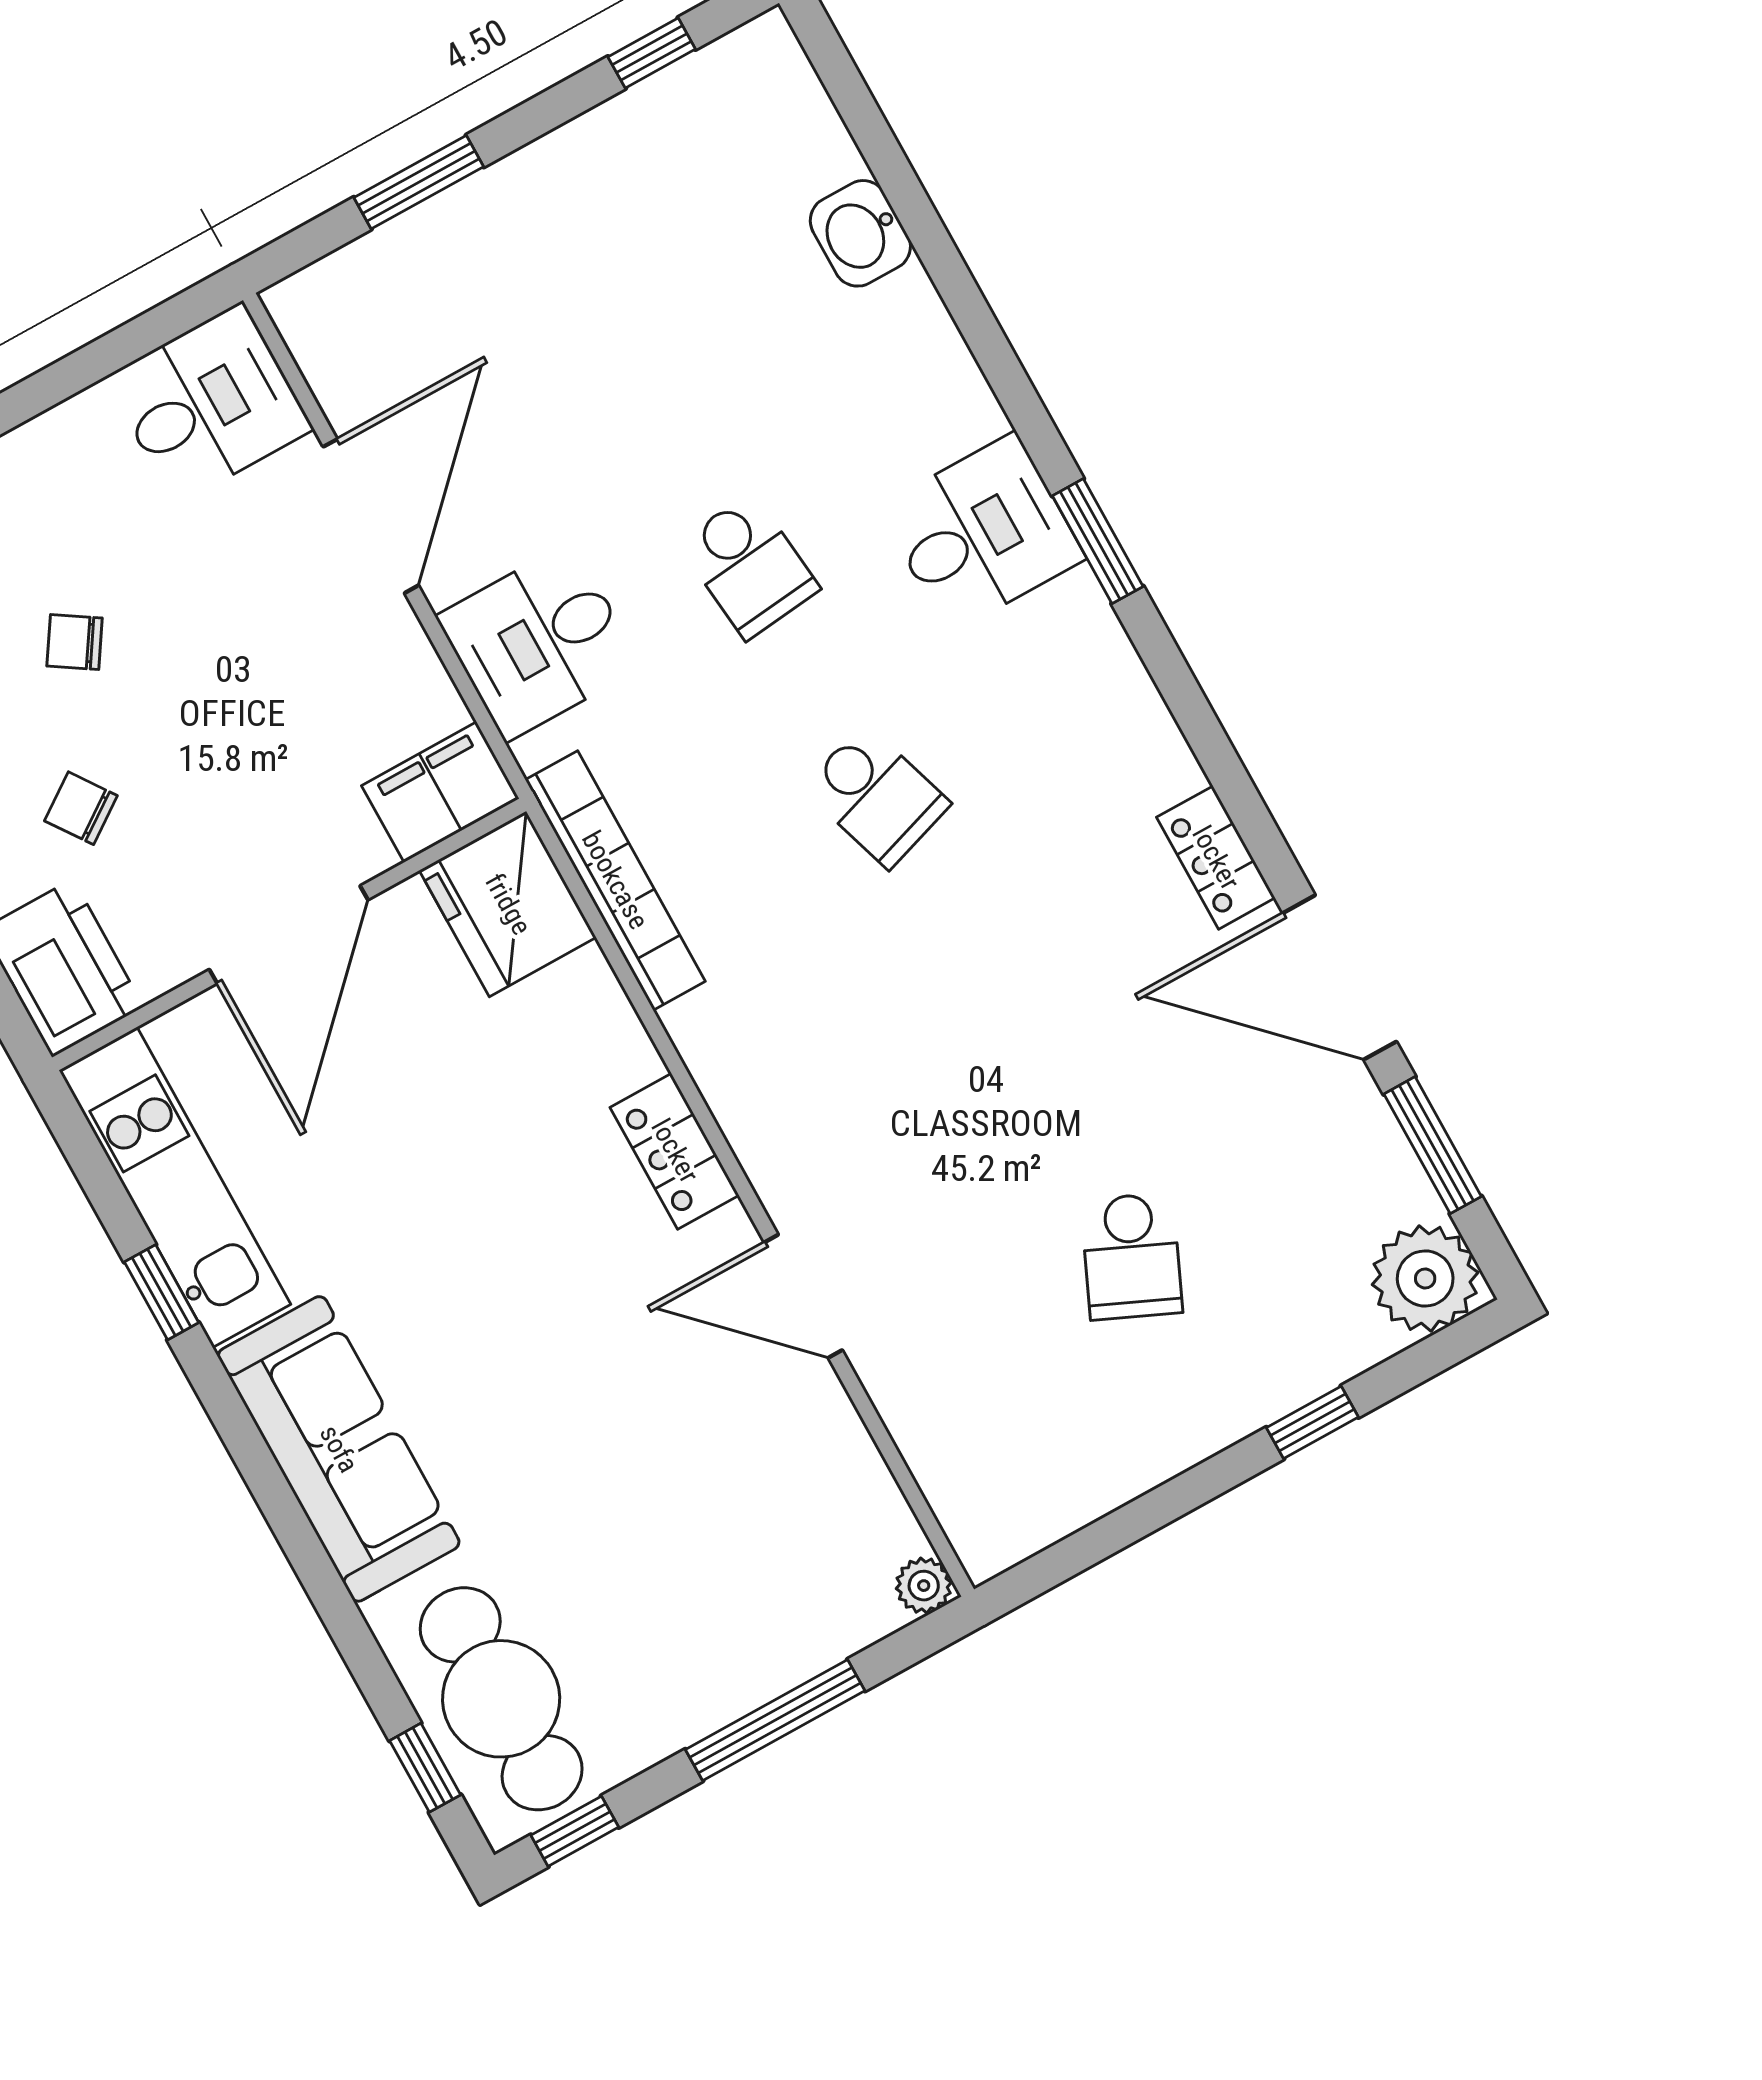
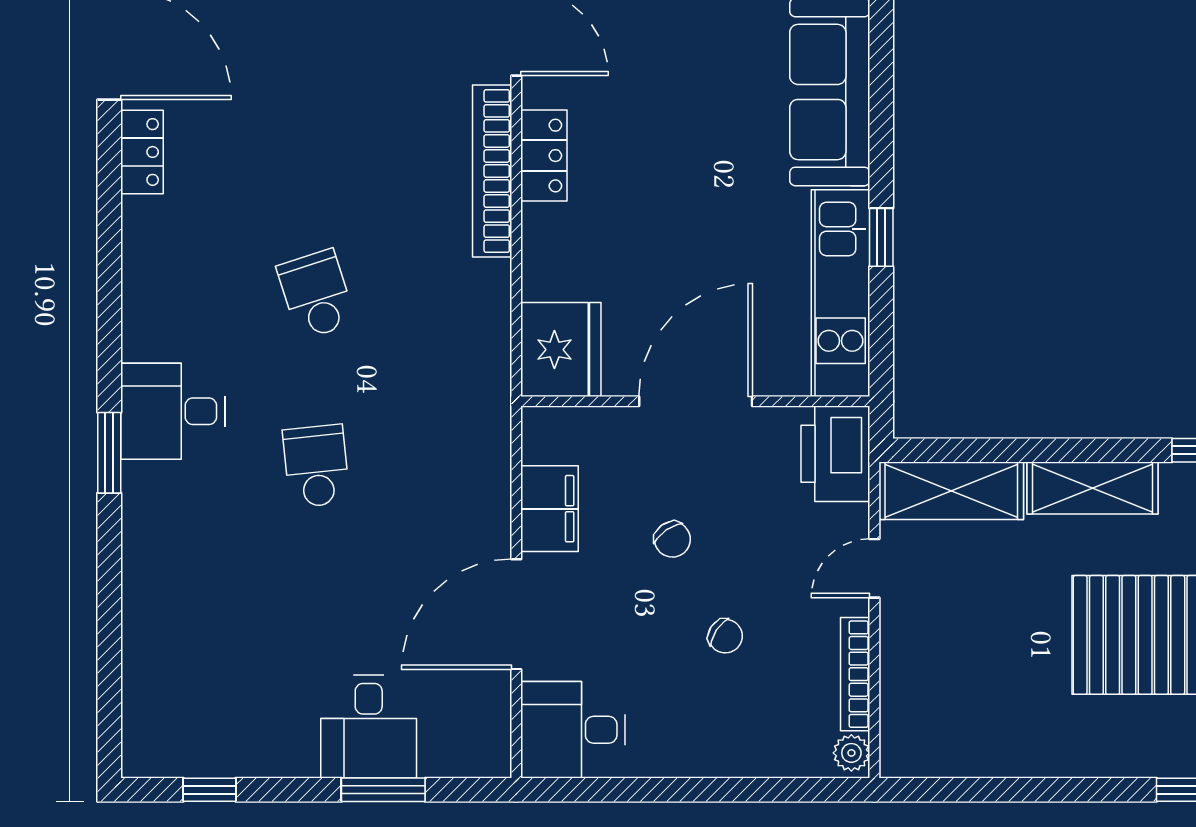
washbasin: (860, 233) -> (147, 621), removed
window: (1098, 541) -> (109, 453), moved
desk: (539, 642) -> (369, 727), moved, turned 90
filing cabinet: (440, 792) -> (550, 509), moved, turned -90
chair: (81, 808) -> (672, 539), moved
bookcase: (615, 880) -> (492, 171), moved

